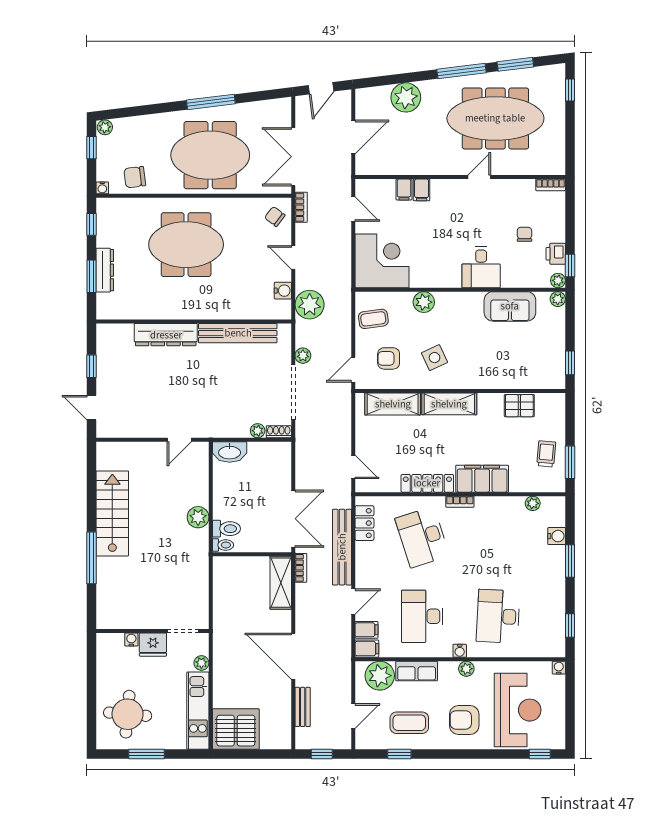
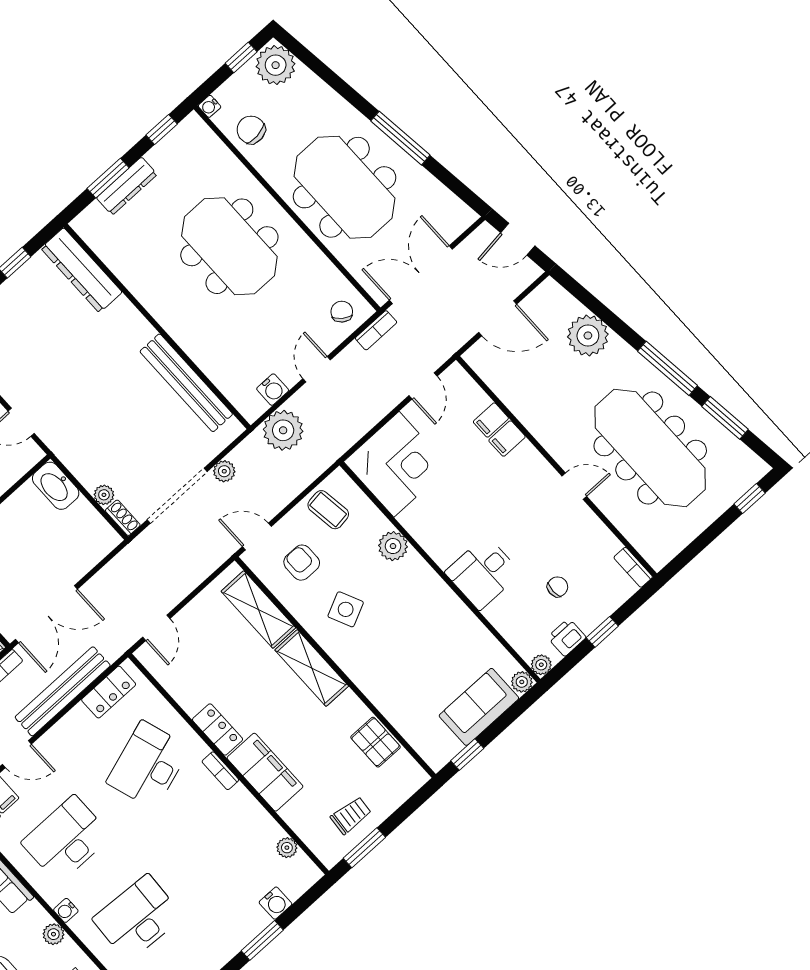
plant: (105, 127) -> (276, 65), width x1.88, depth x1.88
window: (570, 266) -> (602, 632), moved
sofa: (510, 306) -> (479, 707), moved, turned 90
dresser: (166, 335) -> (81, 270), moved
locker: (427, 483) -> (218, 729), width x0.66

